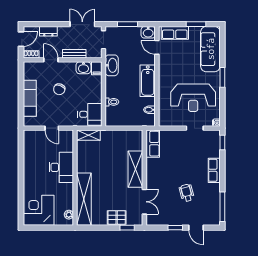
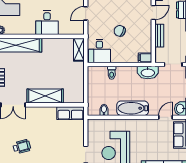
washbasin: (83, 68) -> (145, 45), removed
chair: (59, 89) -> (120, 31), moved
desk: (61, 167) -> (47, 23), width x0.73

